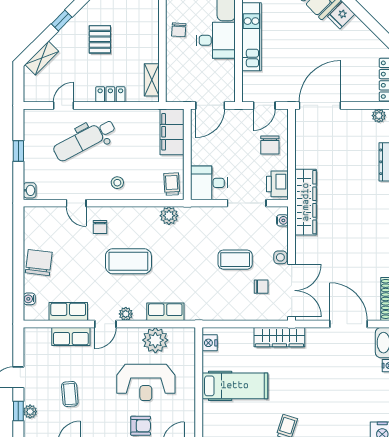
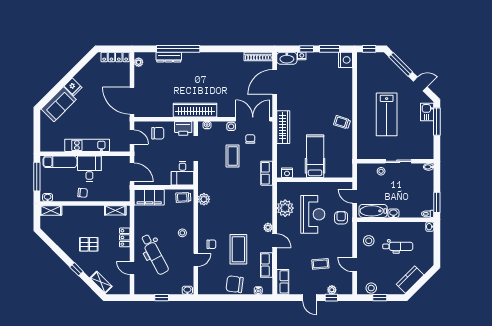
coffee table: (128, 261) -> (238, 249), moved
row of seats: (165, 312) -> (267, 173), moved
row of seats: (71, 336) -> (283, 282), moved

